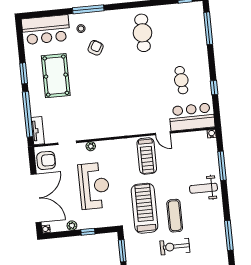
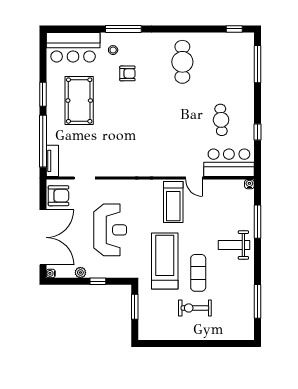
armchair: (96, 48) -> (127, 73), turned 60
plant: (91, 146) -> (111, 185), removed

